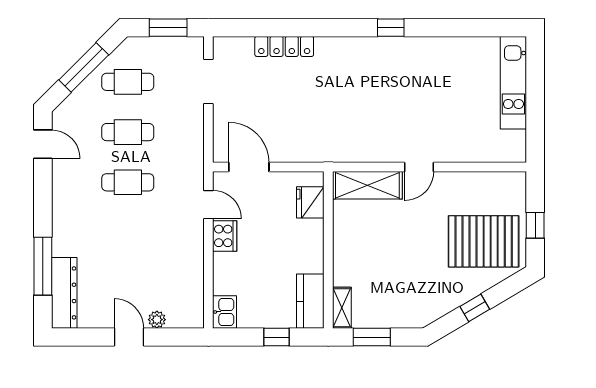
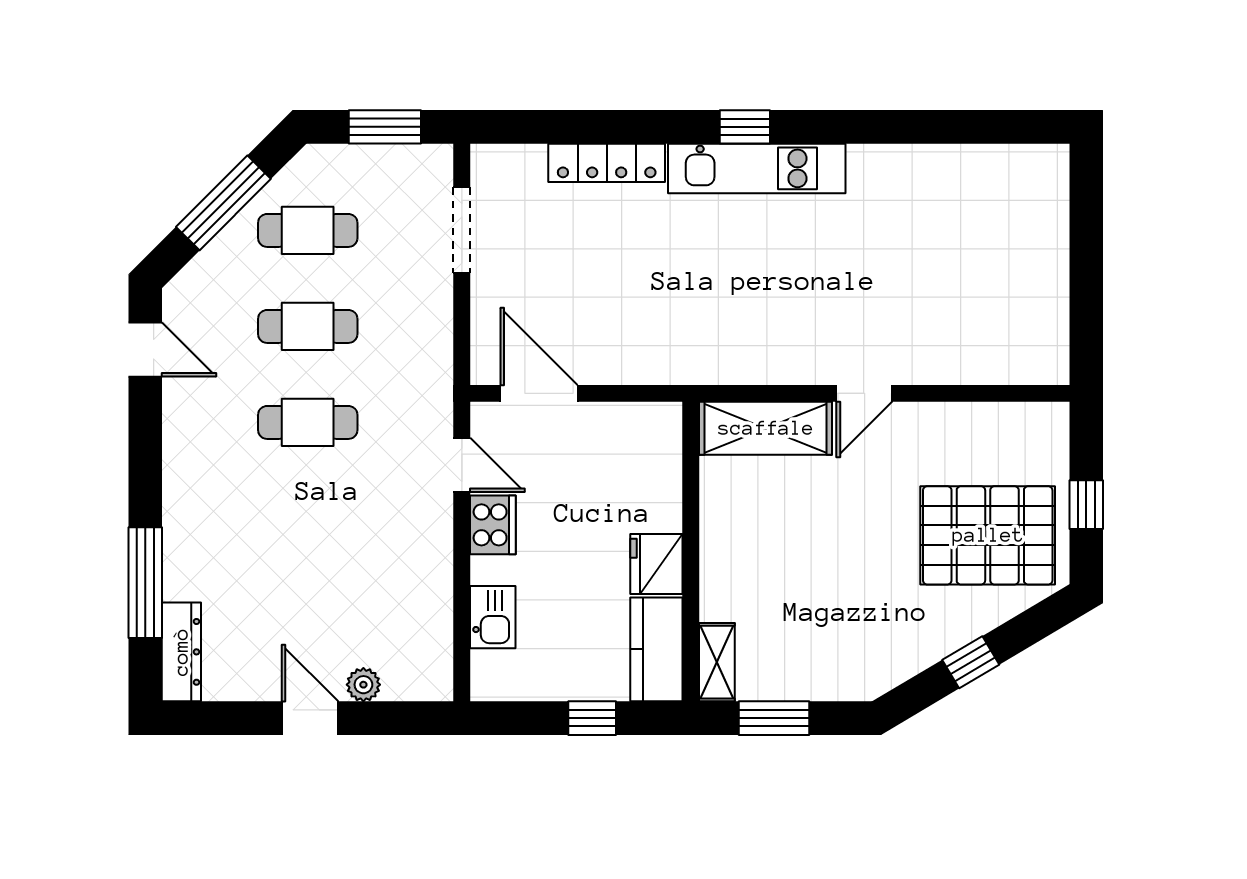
window: (391, 28) -> (745, 127), moved
kitchen unit: (513, 83) -> (757, 168), moved, turned -90
fridge: (310, 202) -> (656, 564), moved
dresser: (64, 293) -> (181, 652), width x0.73, depth x0.80
kitchen sink: (225, 312) -> (493, 617), moved

